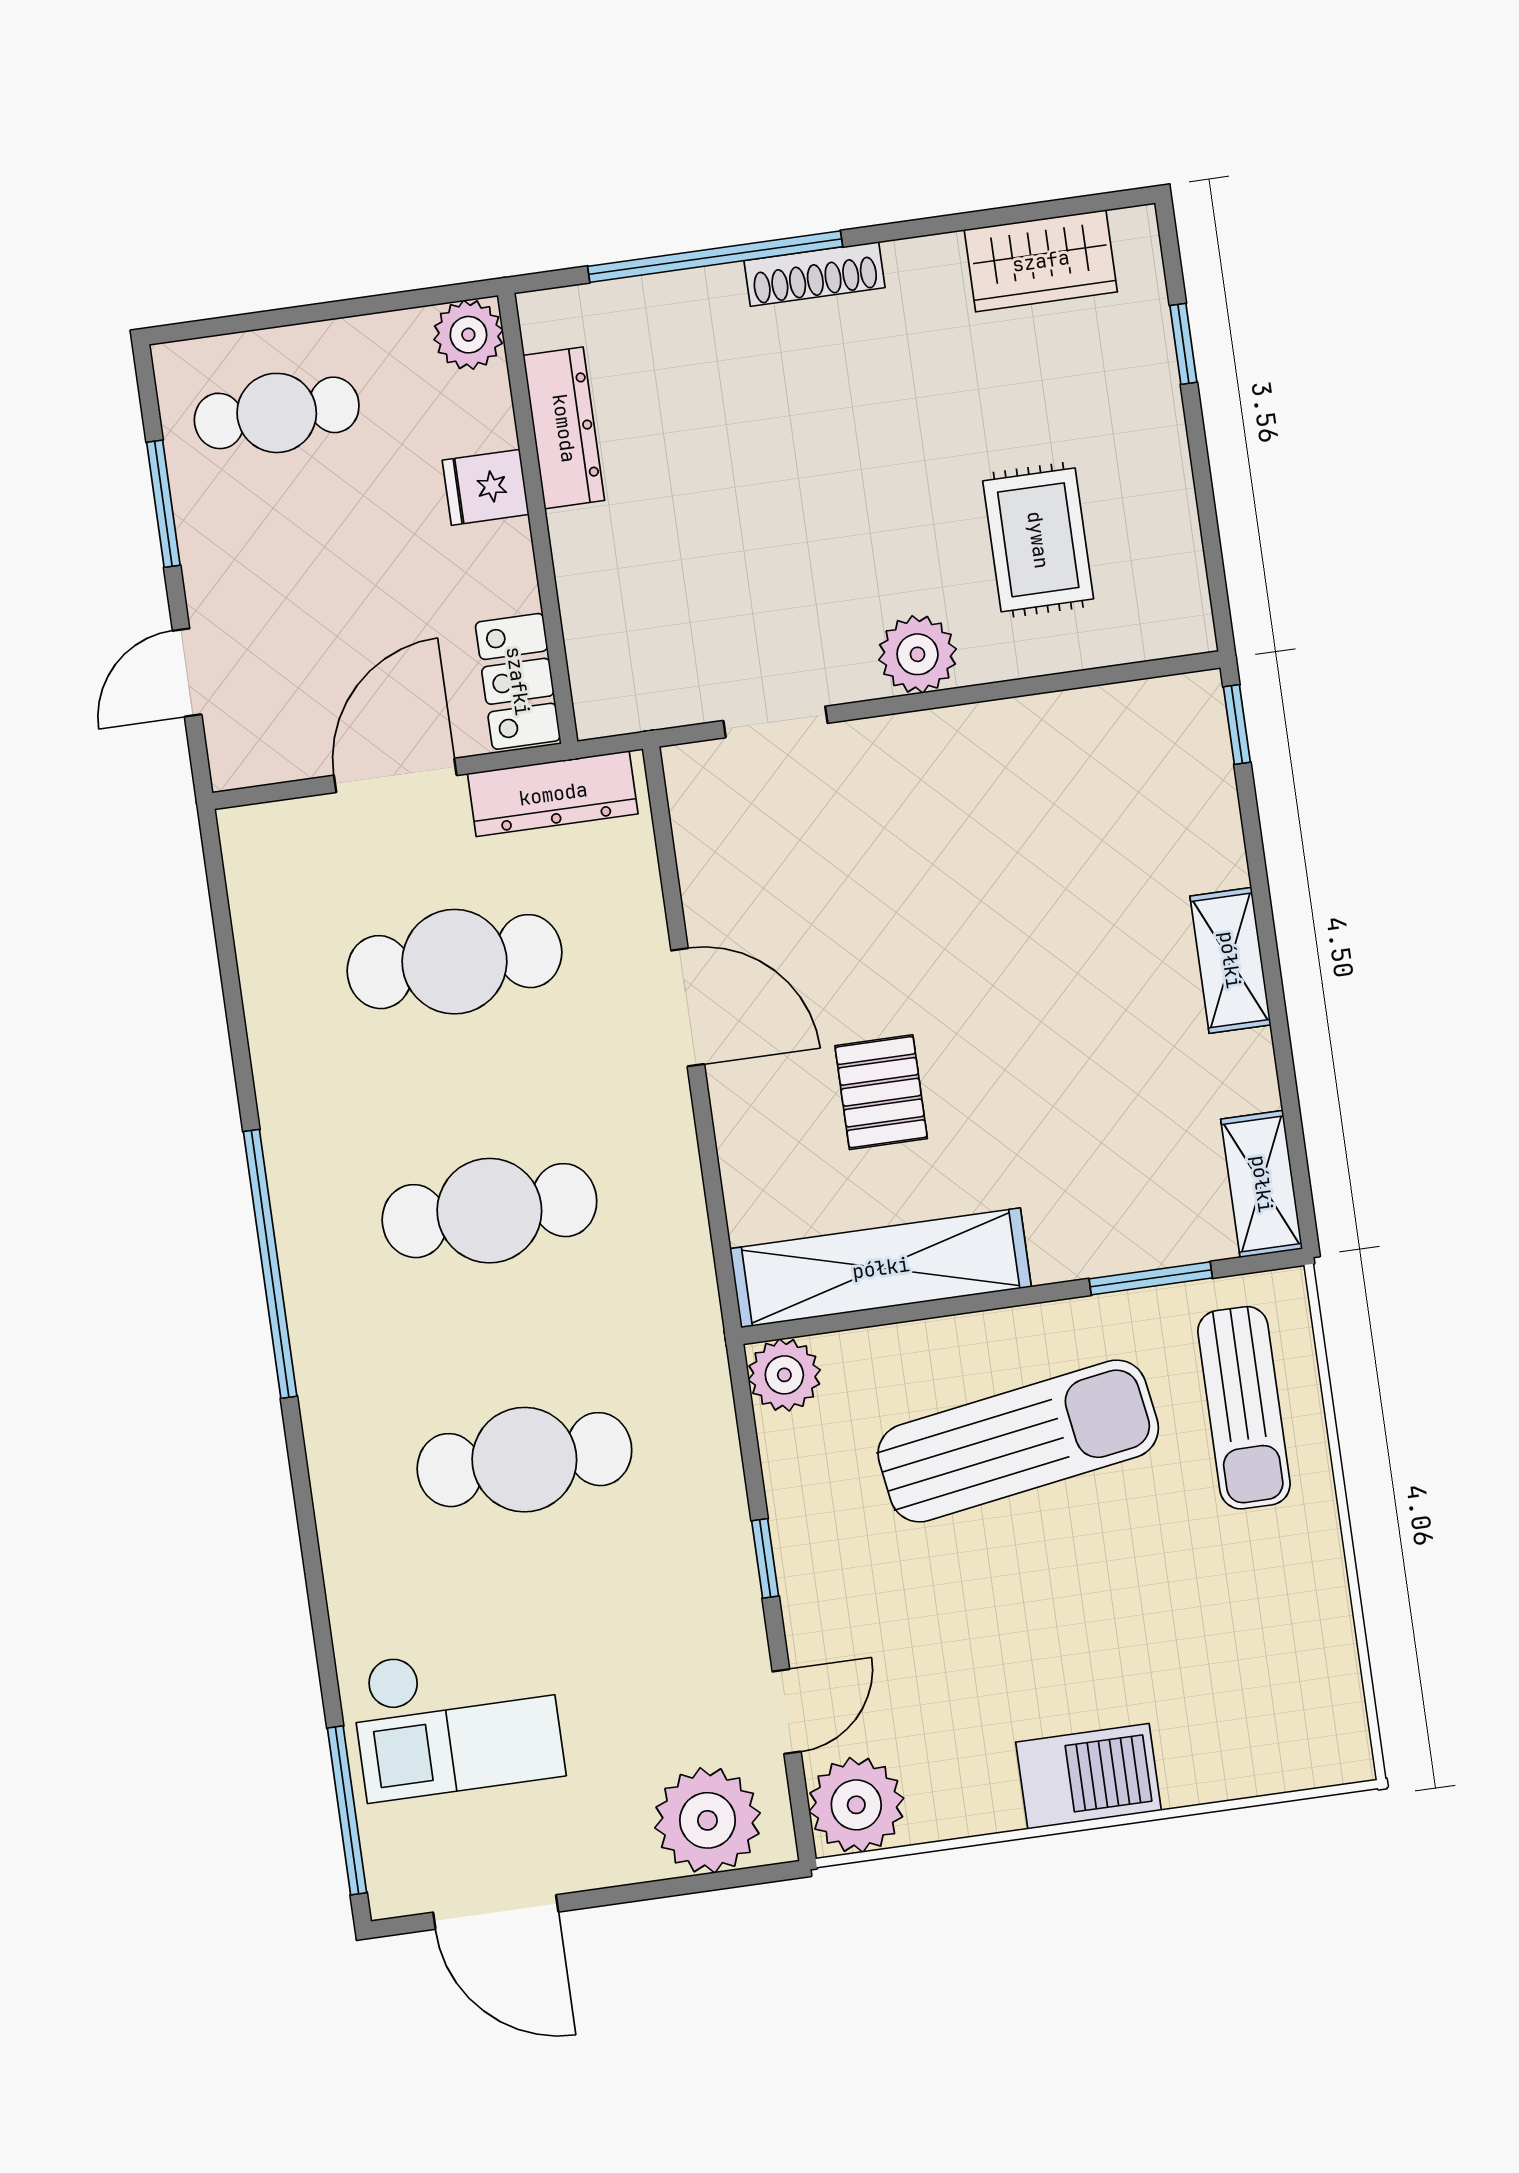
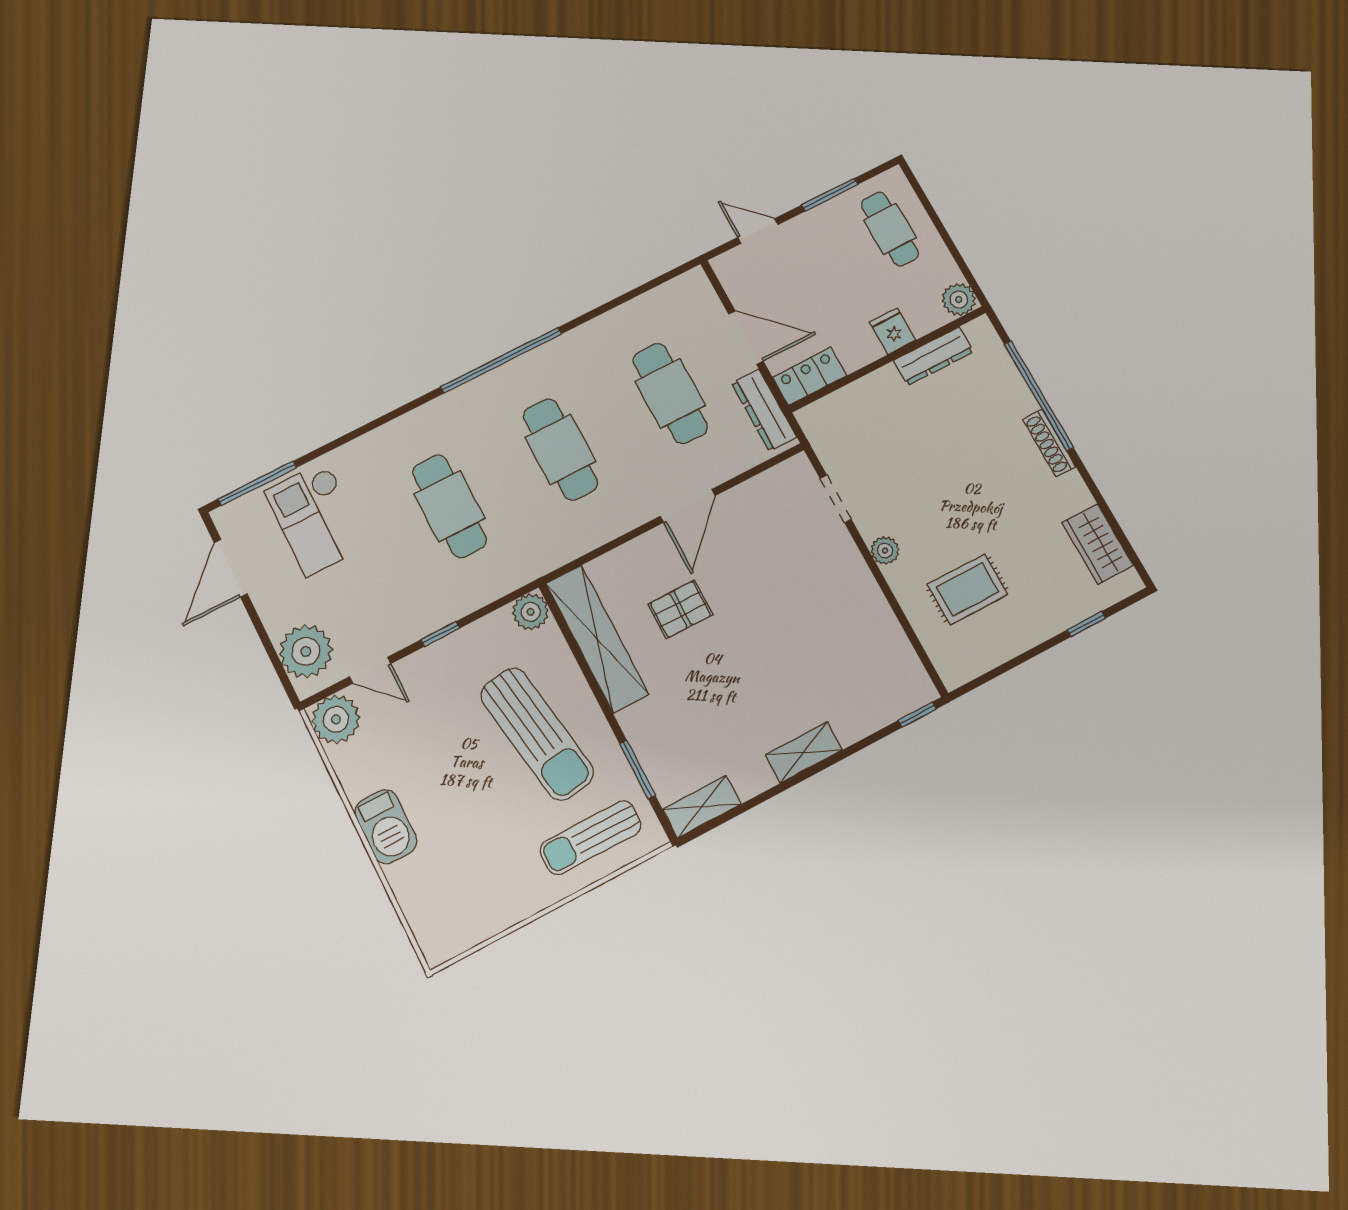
plant: (917, 654) -> (885, 551), width x0.73, depth x0.73

